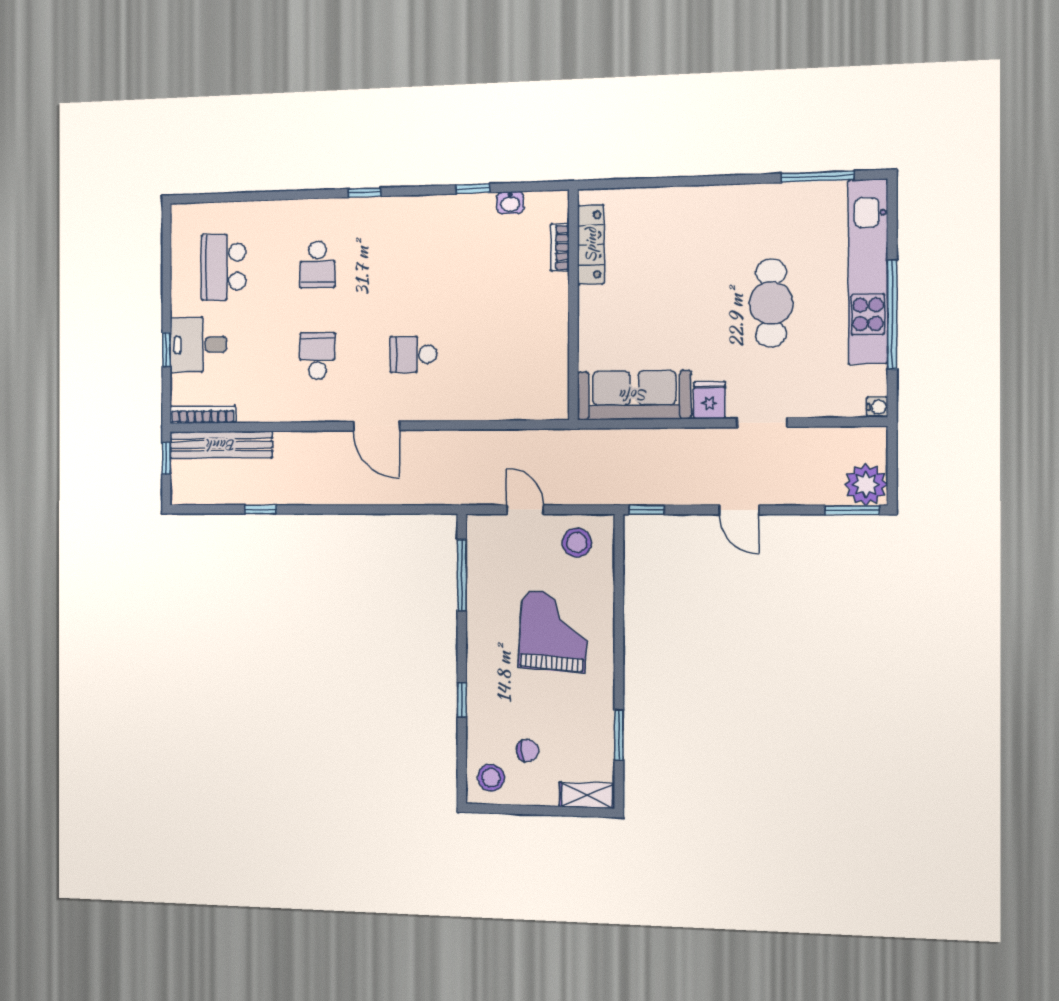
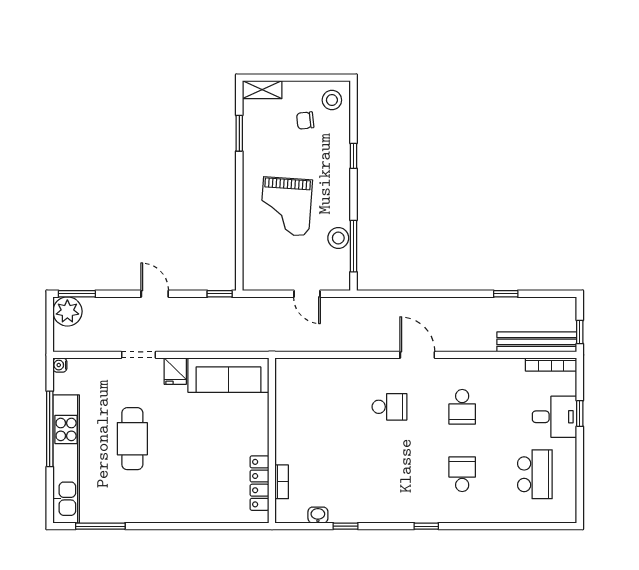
stool: (577, 543) -> (338, 238), moved

